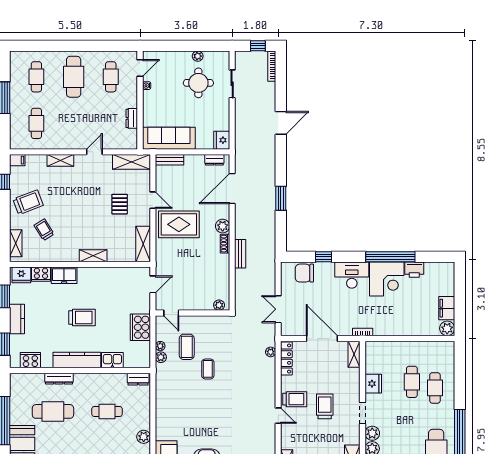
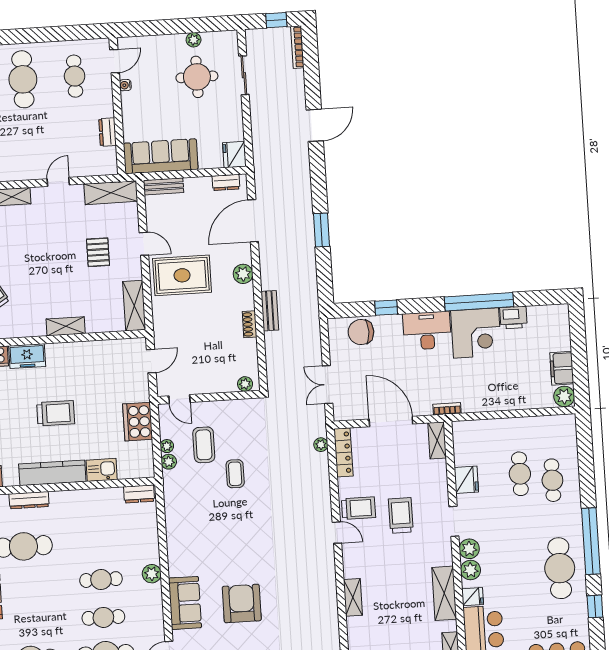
shoe rack: (225, 244) -> (250, 324), moved
cafe table: (107, 411) -> (101, 580), moved

